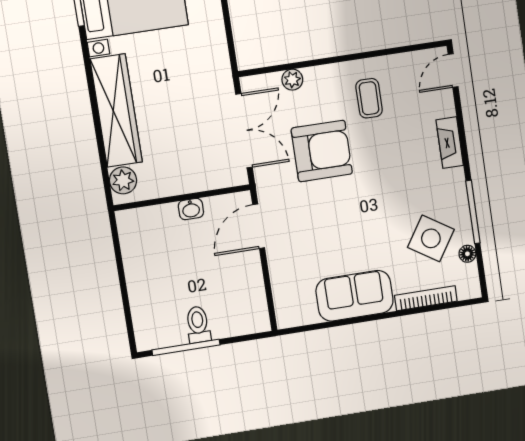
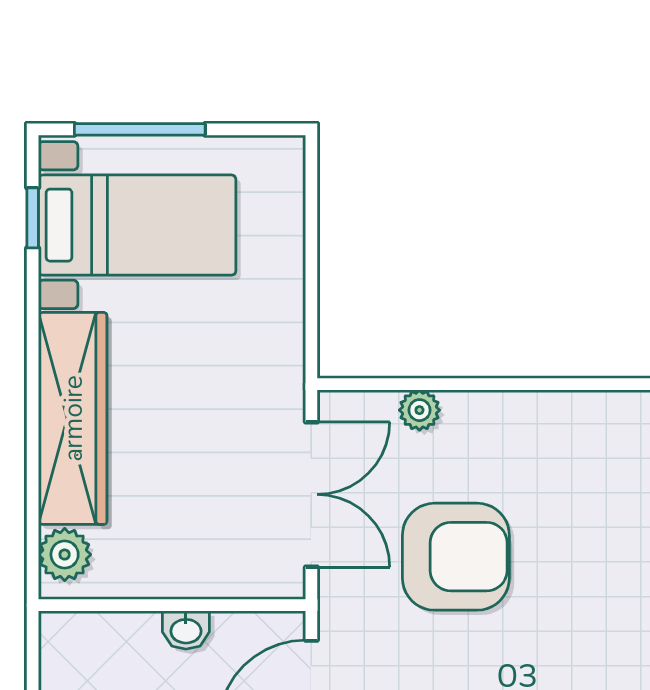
coffee table: (369, 98) -> (563, 468), removed

